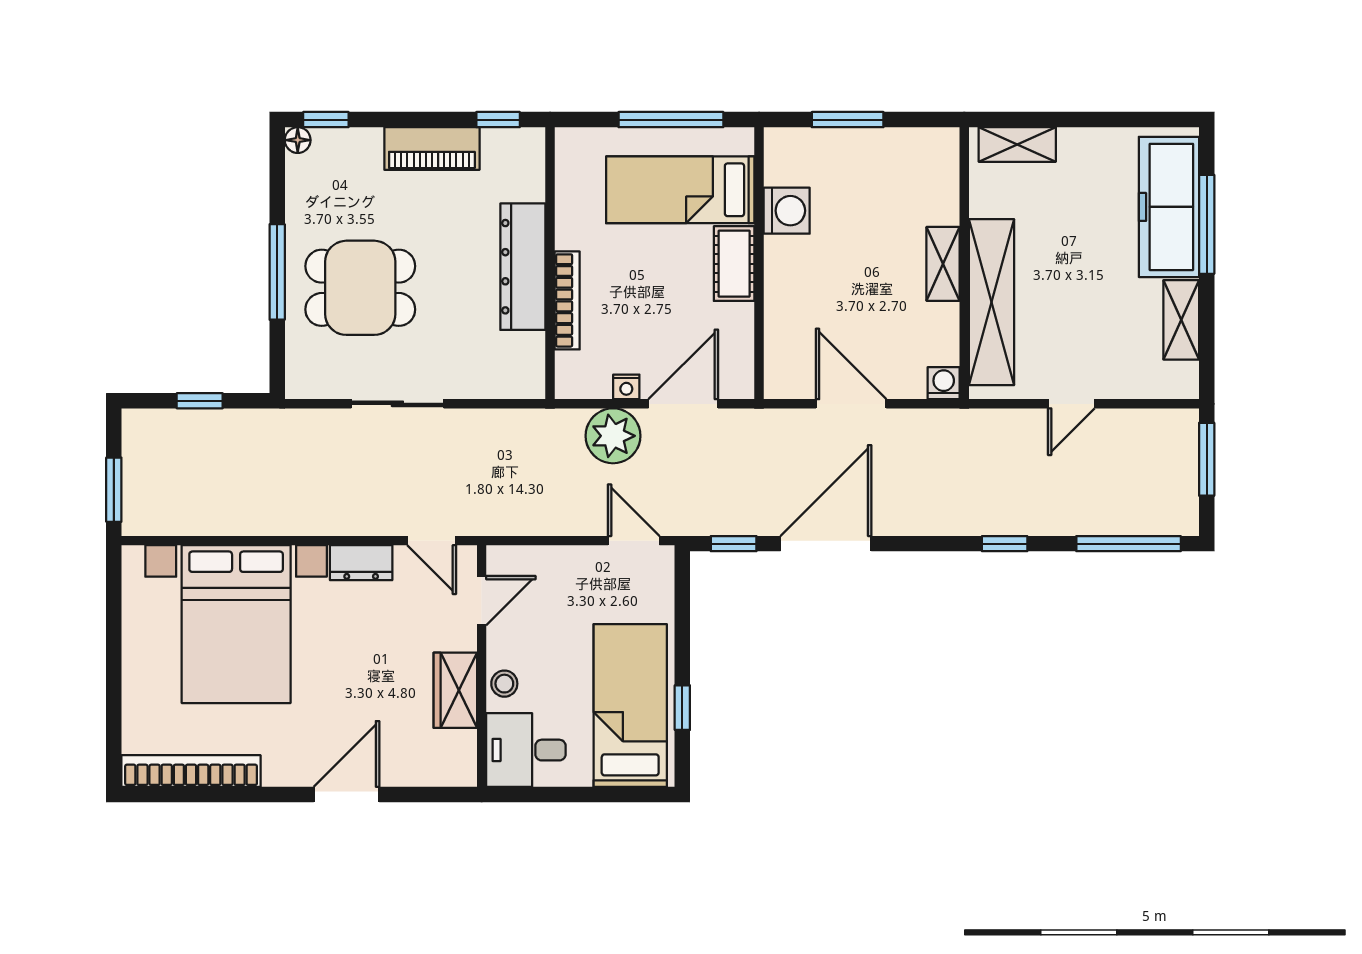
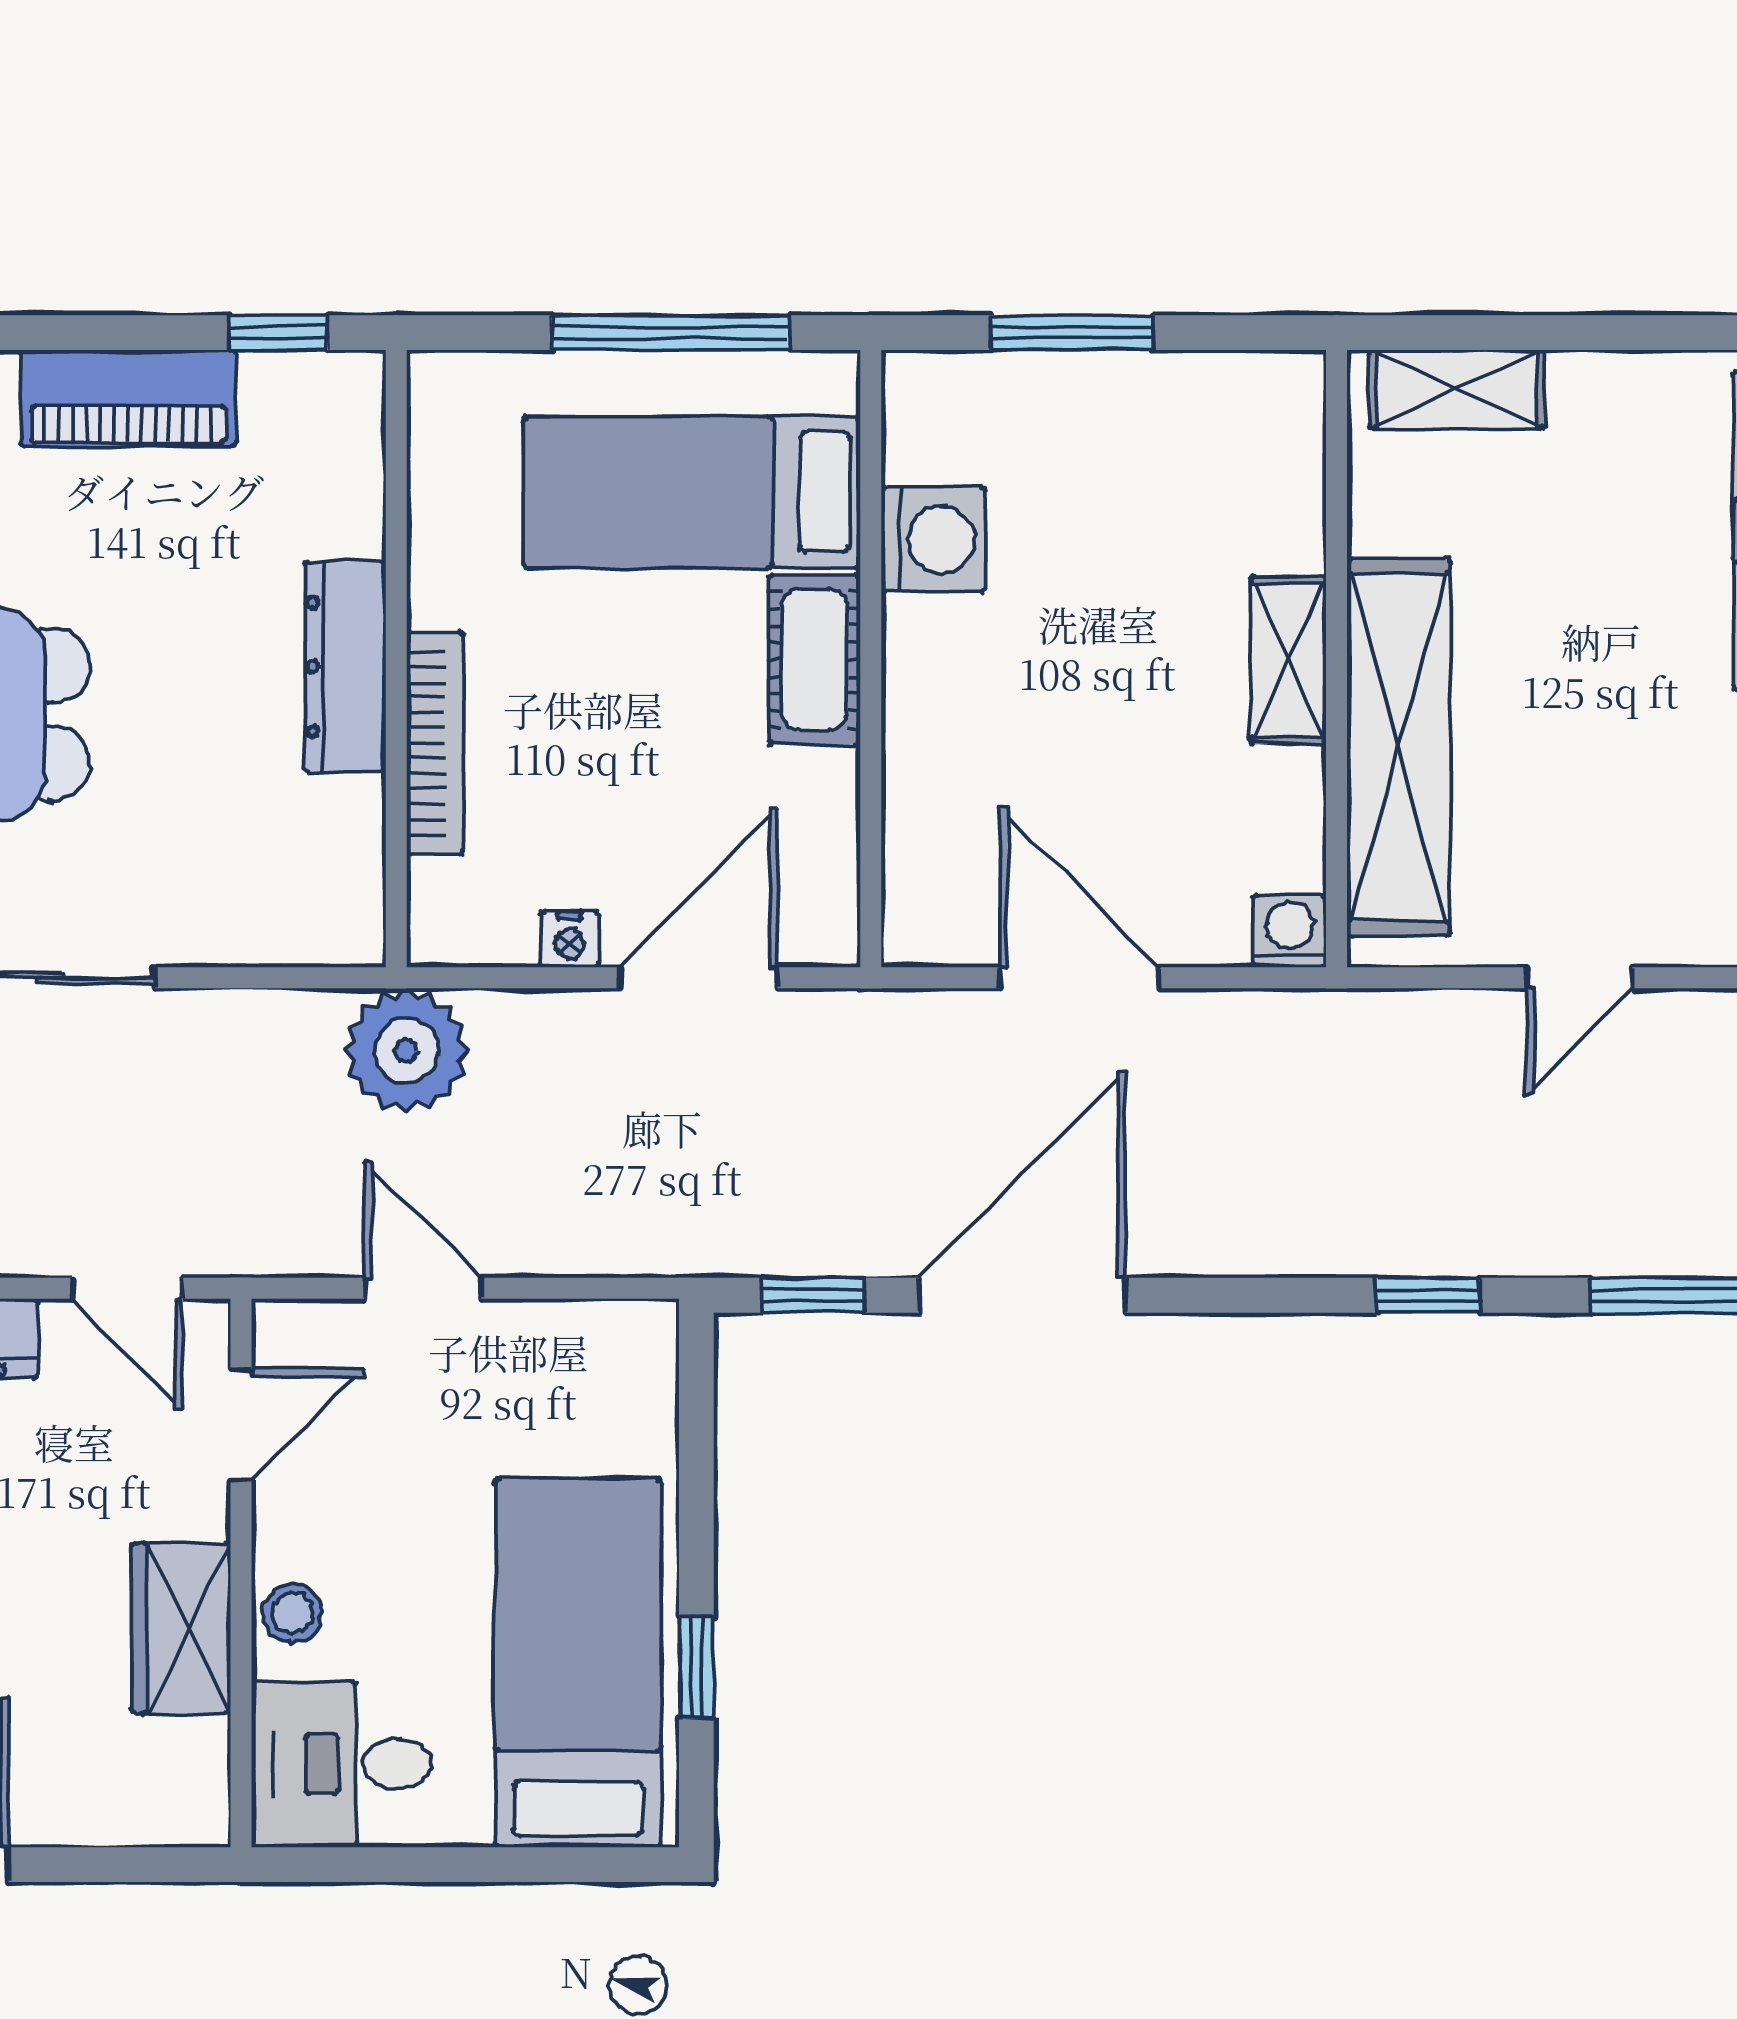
dresser: (523, 267) -> (345, 667), width x0.73, depth x0.80
plant: (613, 436) -> (406, 1050), moved
door: (634, 541) -> (423, 1288), moved

